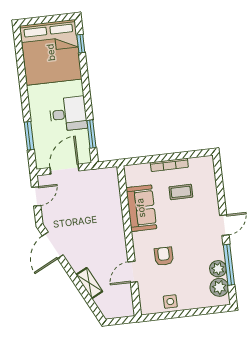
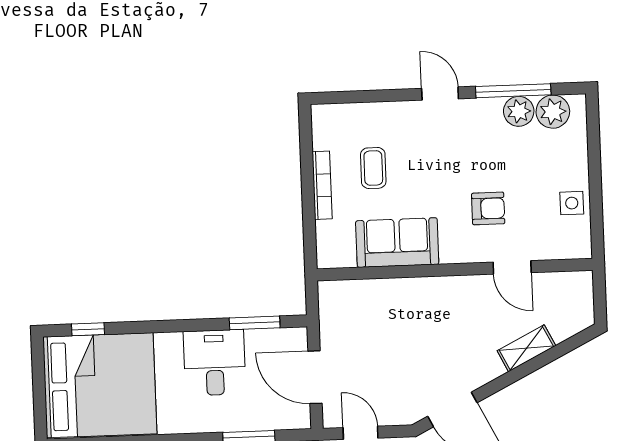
armchair: (164, 256) -> (488, 208), turned 180

